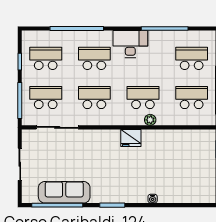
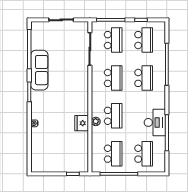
desk: (130, 44) -> (155, 122), moved
fridge: (131, 138) -> (82, 123), moved
sofa: (64, 192) -> (39, 70), moved

